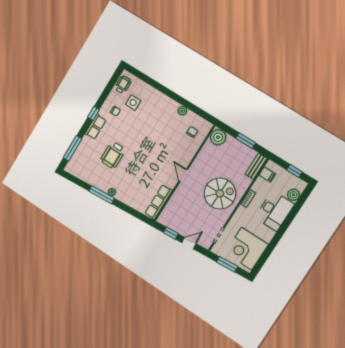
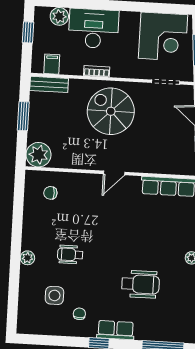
wheelchair: (123, 85) -> (70, 255), moved
plant: (182, 111) -> (27, 258), moved

